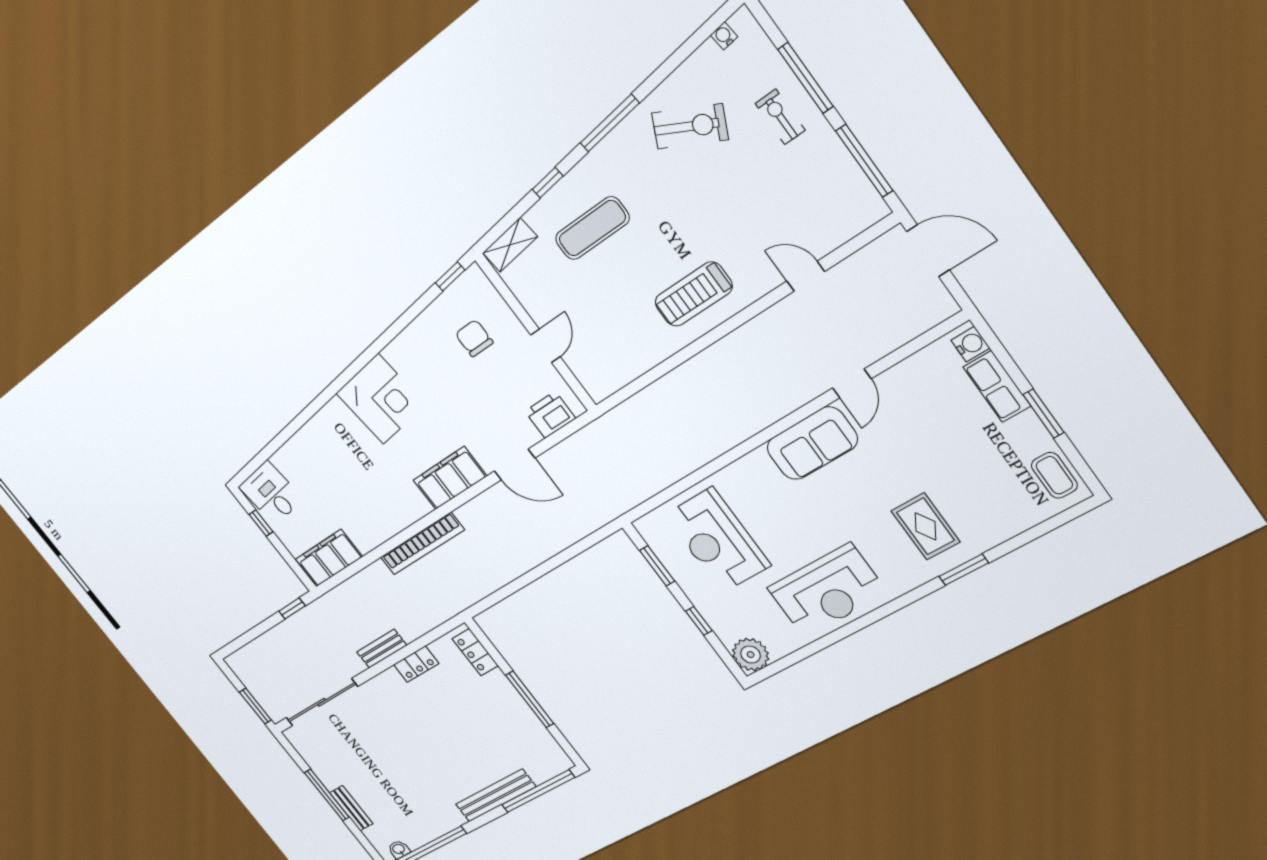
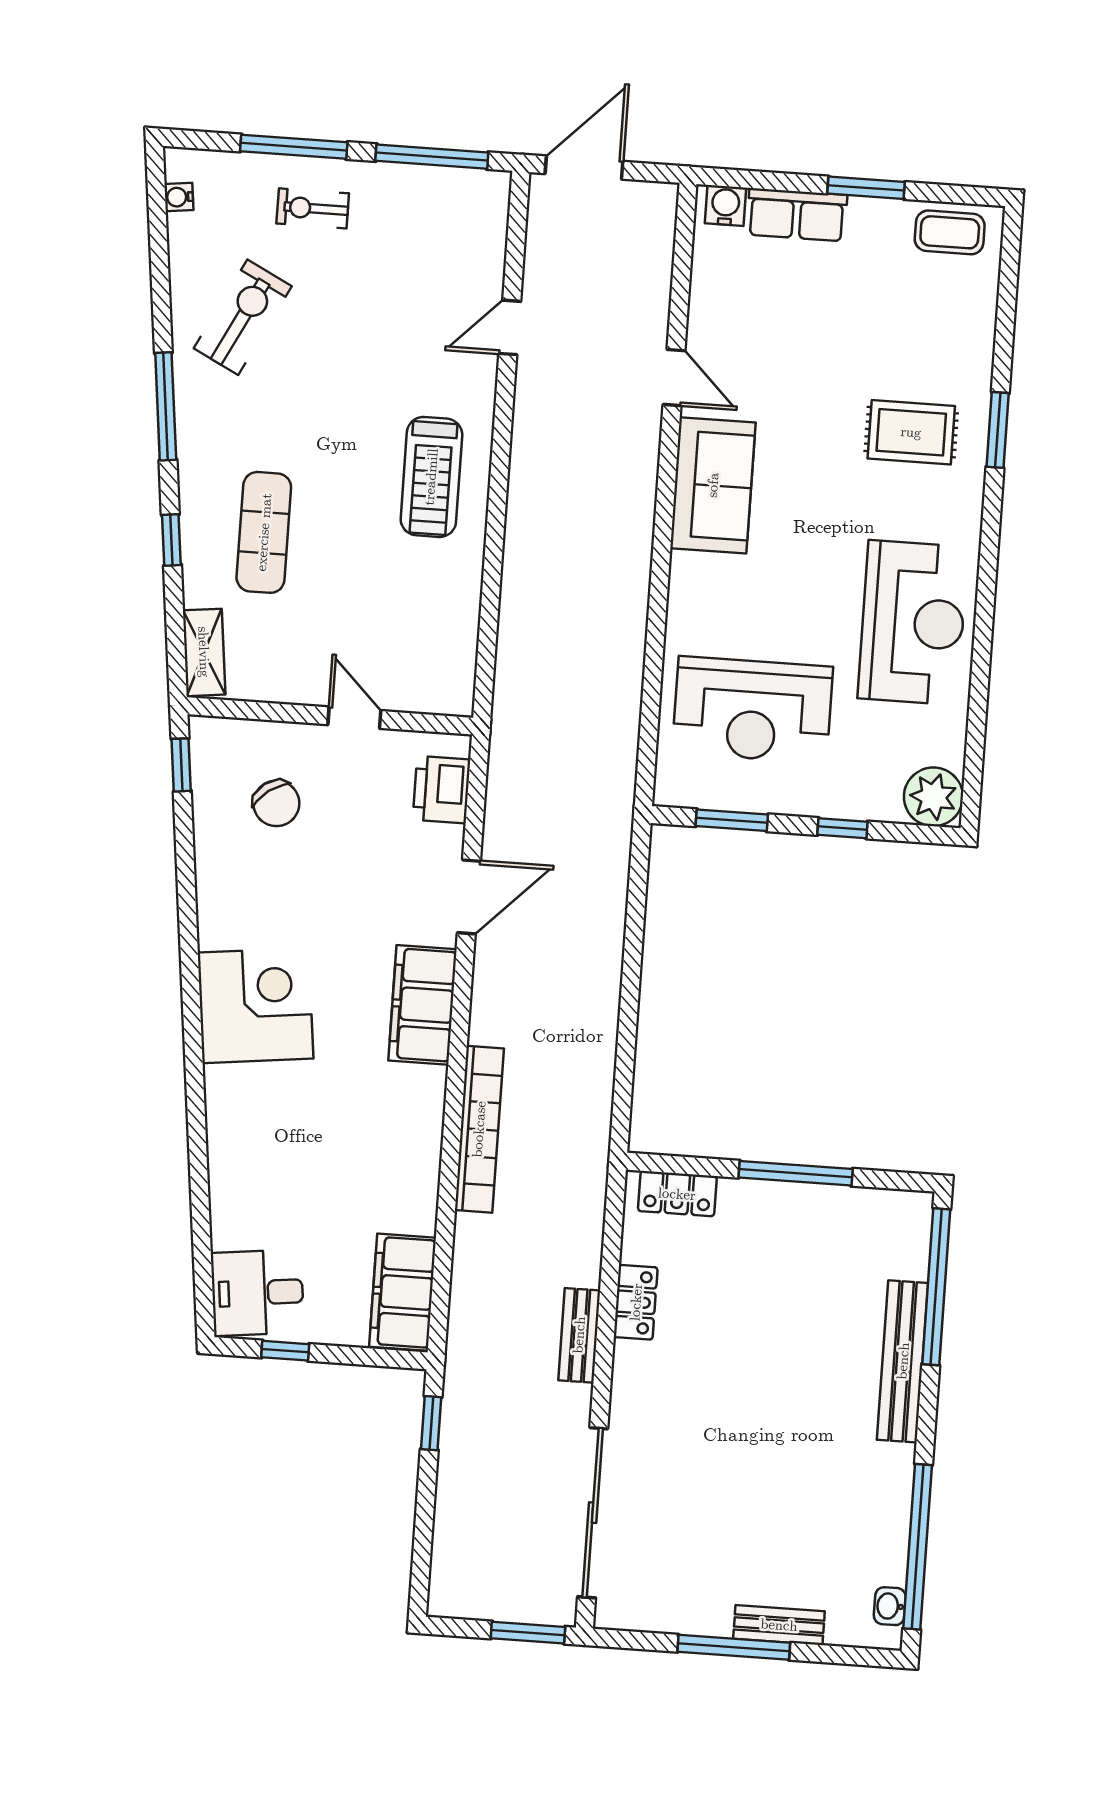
chair: (474, 338) -> (276, 803), turned -126

